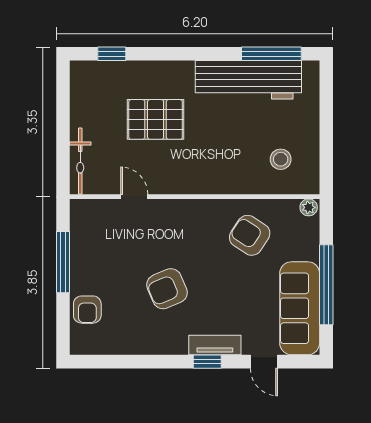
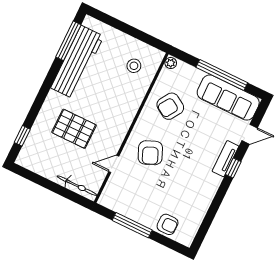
pallet: (156, 119) -> (74, 129), turned 90
armchair: (167, 289) -> (150, 153), moved

